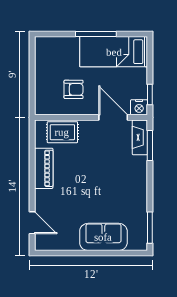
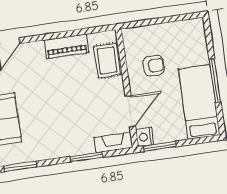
armchair: (74, 89) -> (154, 66), turned -90
window: (150, 95) -> (160, 146), width x1.50
window: (150, 146) -> (87, 157), moved

